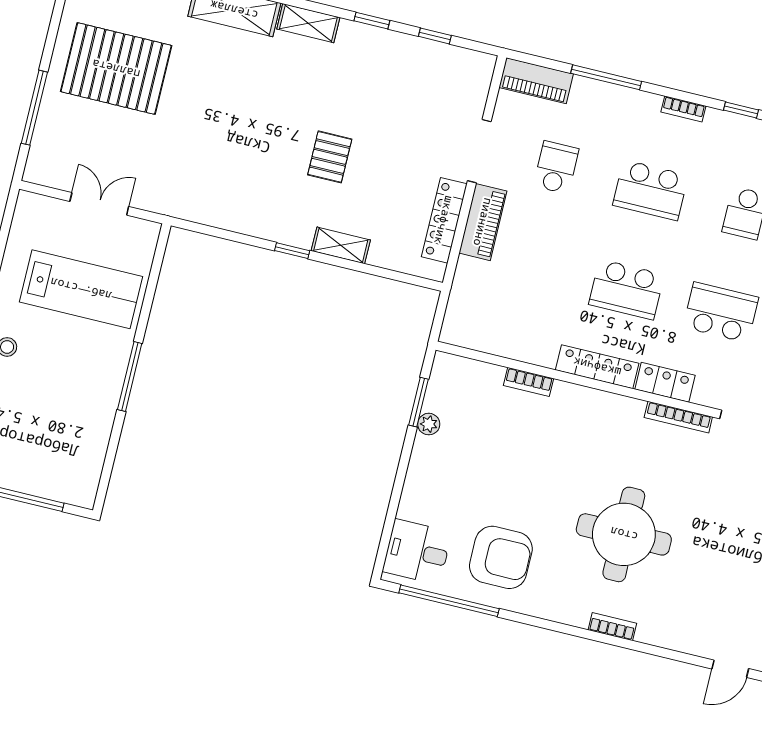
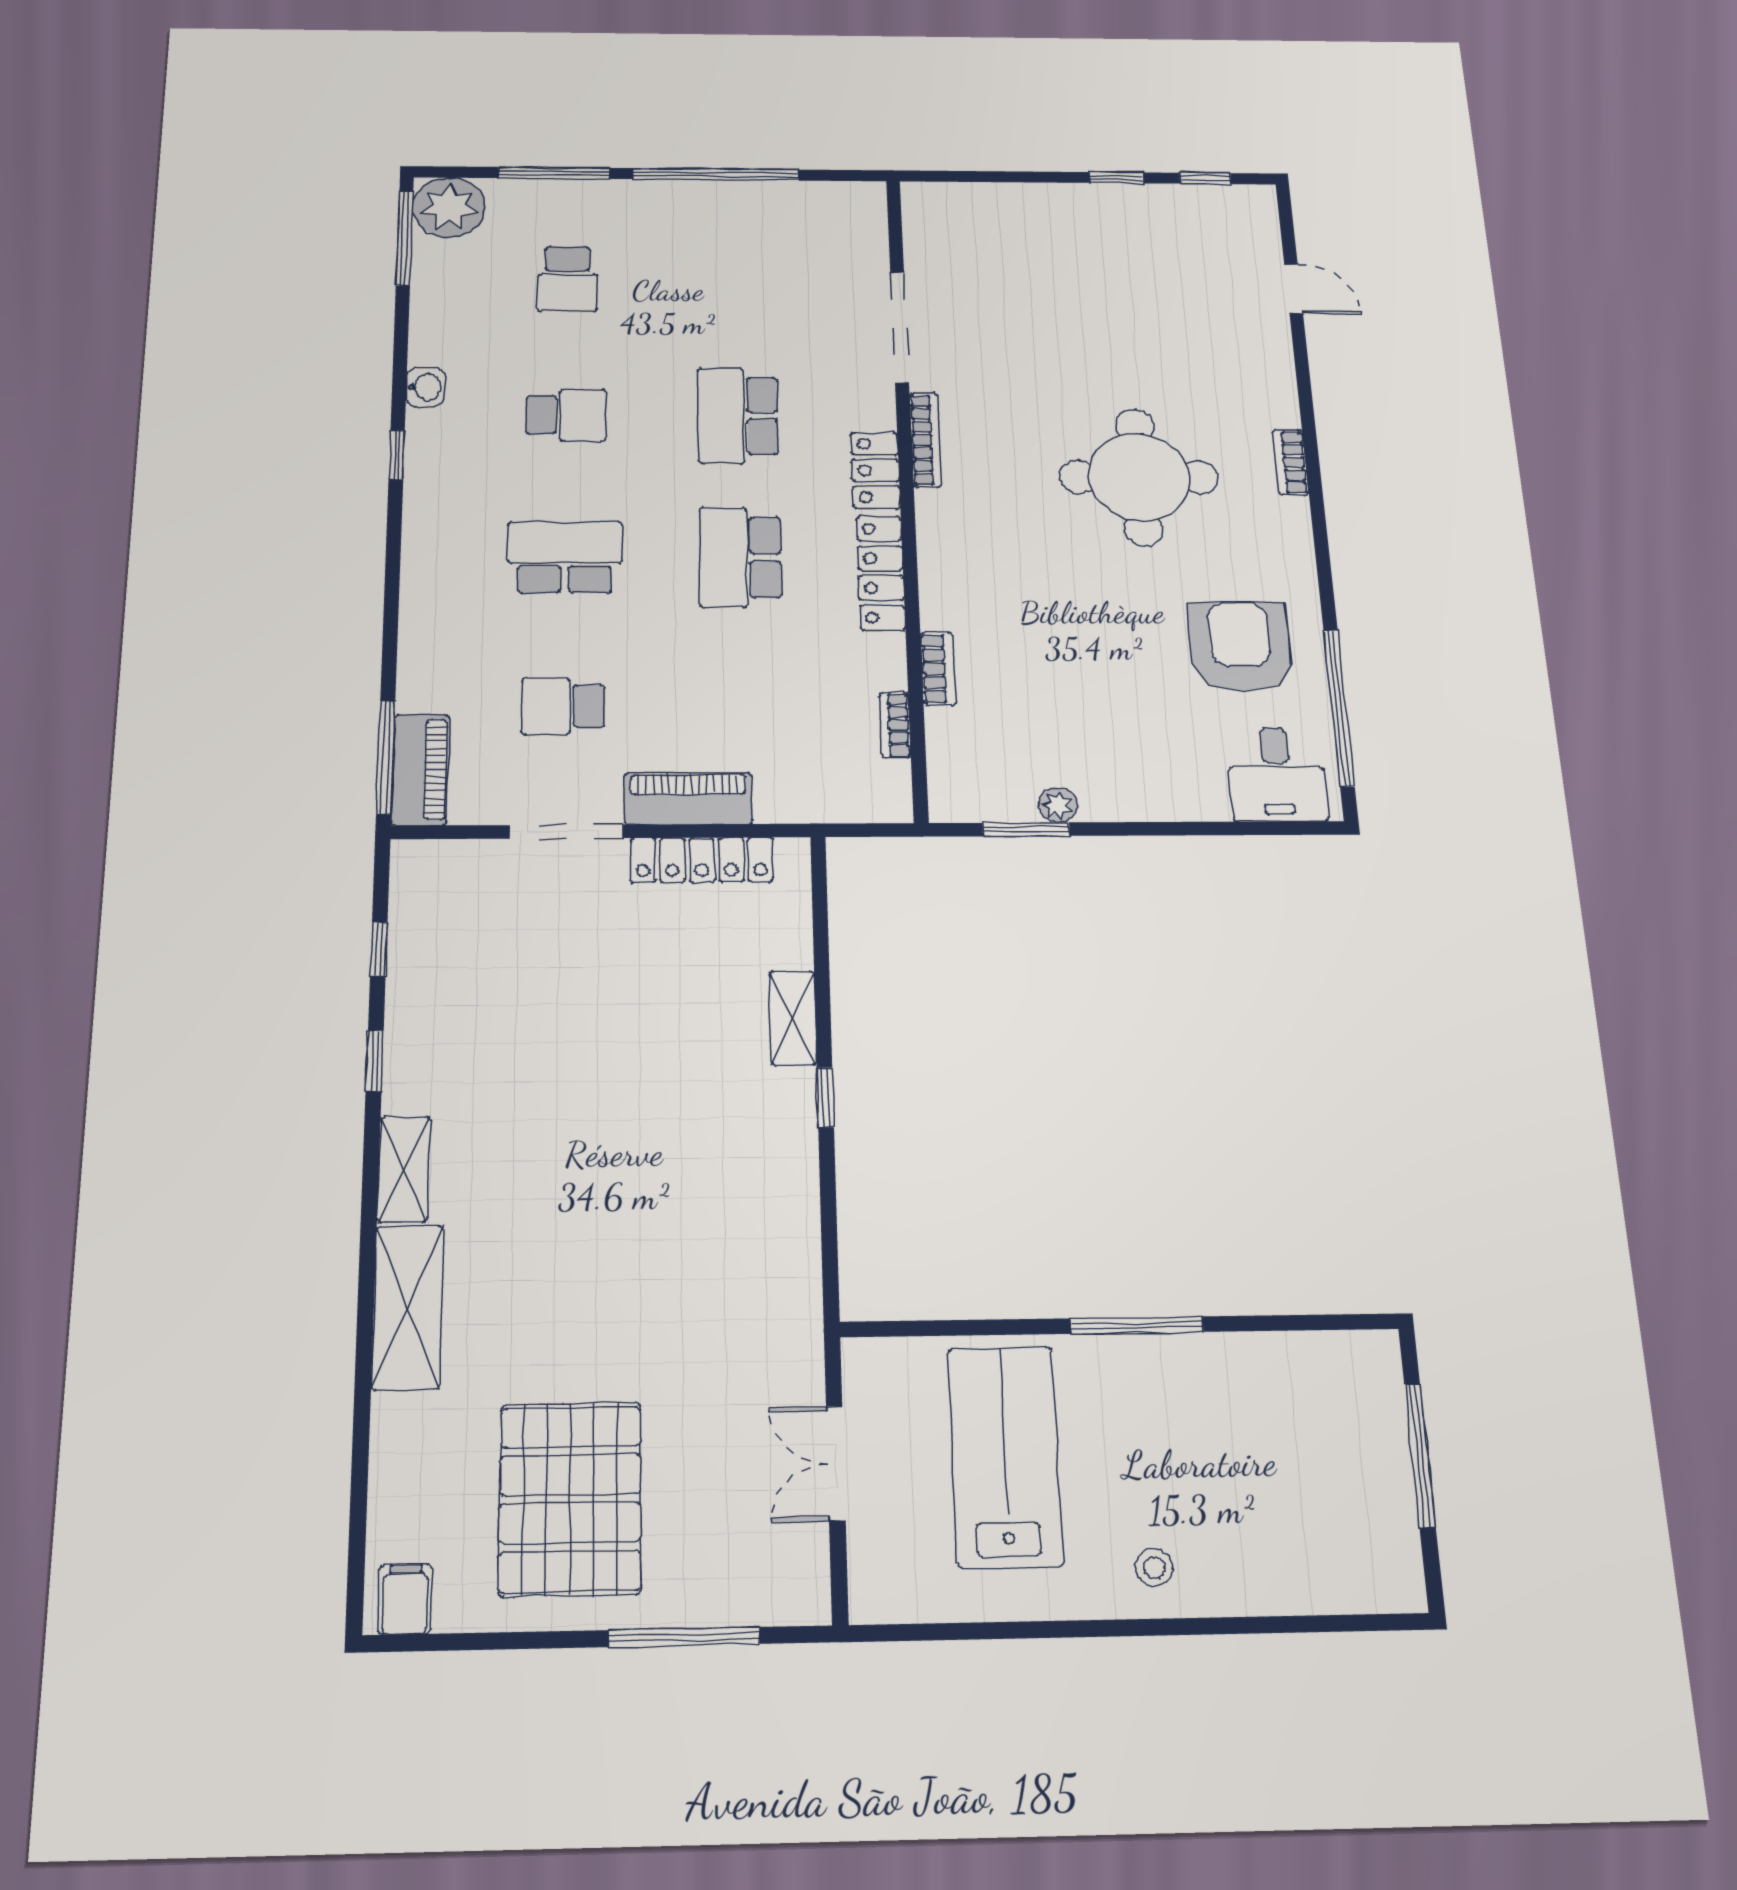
window: (606, 77) -> (386, 757), moved
bookcase: (683, 109) -> (895, 725), moved, turned 180
pallet: (330, 157) -> (640, 1074), removed
school desk: (650, 190) -> (565, 557), turned -90
school desk: (626, 289) -> (740, 557), turned 180

